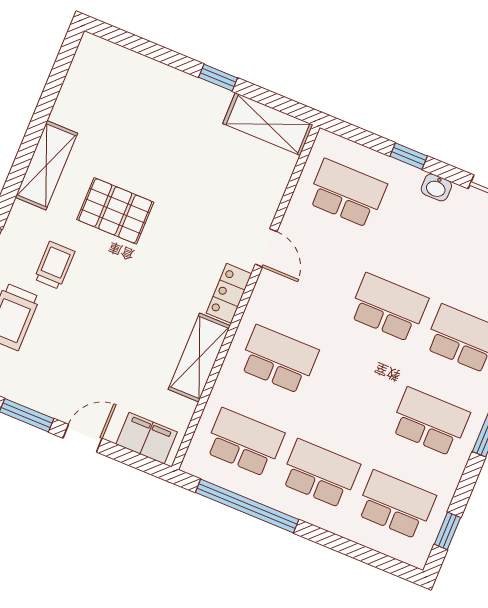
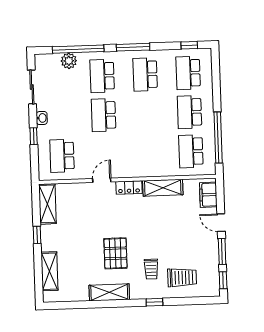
shelving: (138, 70) -> (50, 271), added
trolley: (54, 265) -> (151, 269), turned -90
school desk: (279, 359) -> (148, 153), removed

